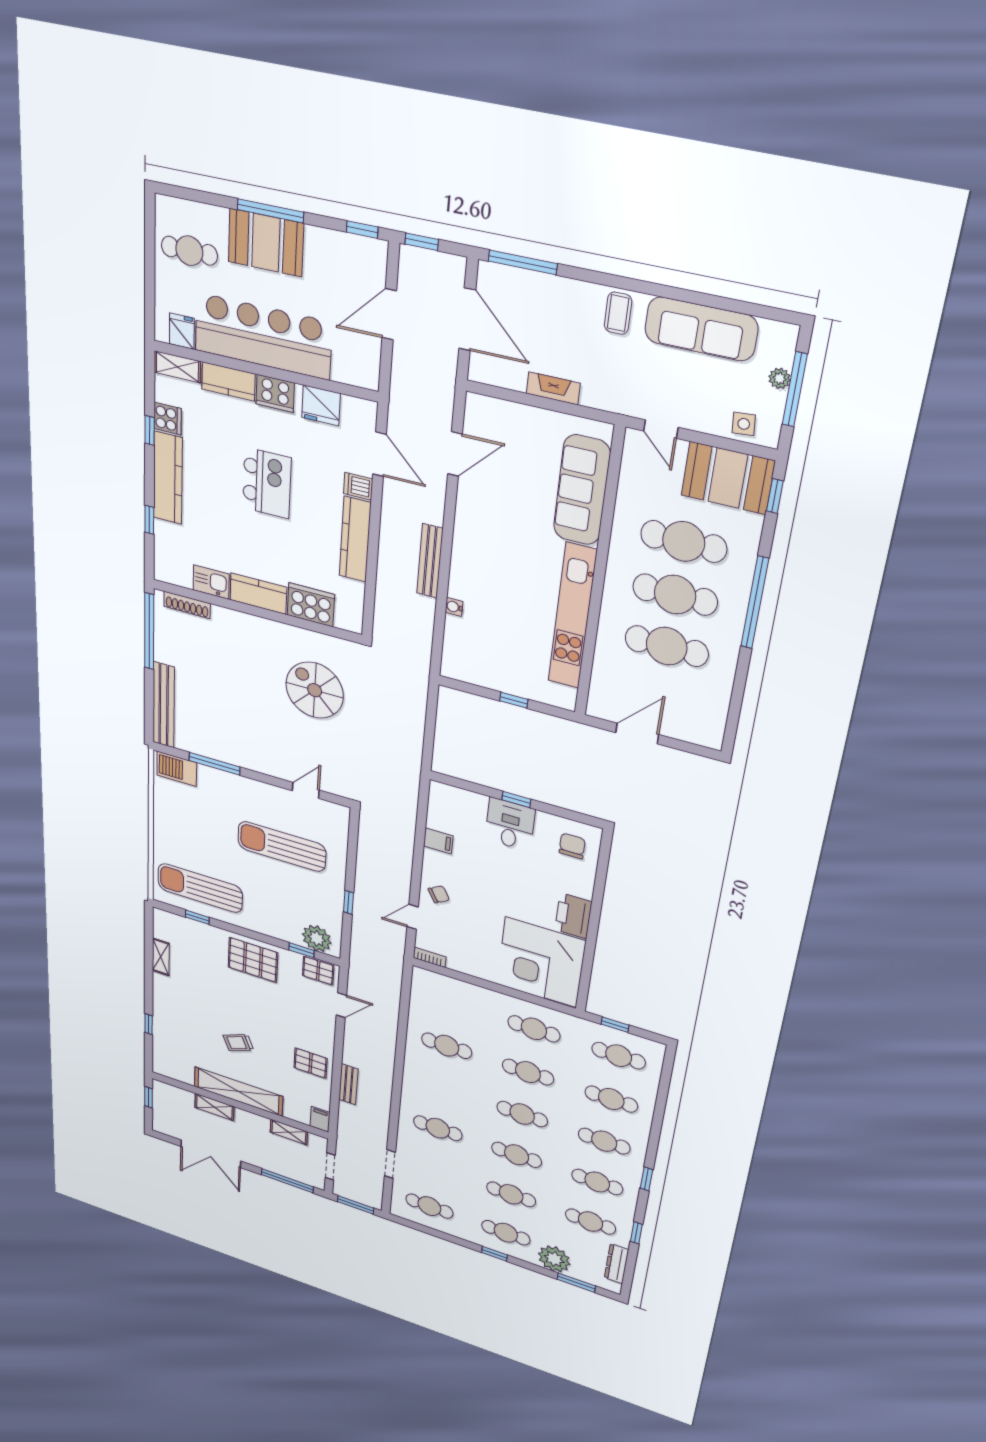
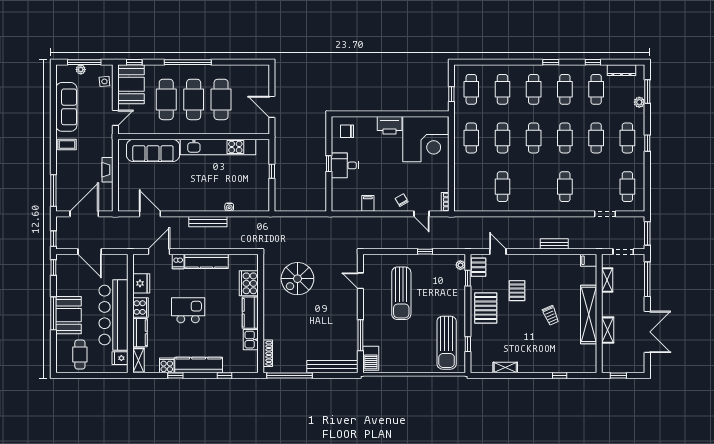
plant: (317, 938) -> (460, 265), width x0.53, depth x0.53
pallet: (311, 1063) -> (517, 291), moved
plant: (554, 1259) -> (639, 102), width x0.53, depth x0.53

